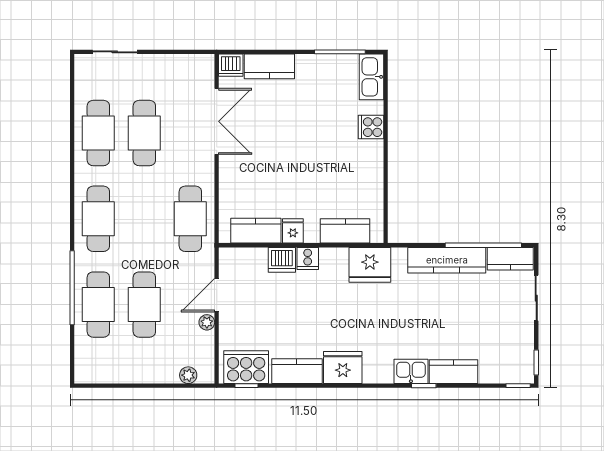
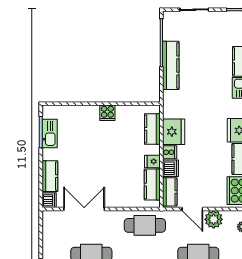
kitchen sink: (371, 77) -> (50, 133), moved, turned -90
cooker: (371, 127) -> (107, 113), moved
kitchen counter: (510, 259) -> (170, 192), moved
fridge: (370, 265) -> (174, 132), moved
plant: (207, 322) -> (214, 219), width x1.87, depth x1.87

